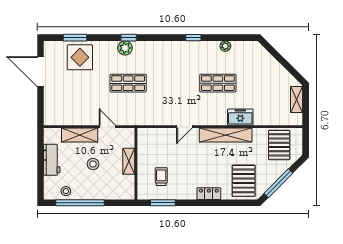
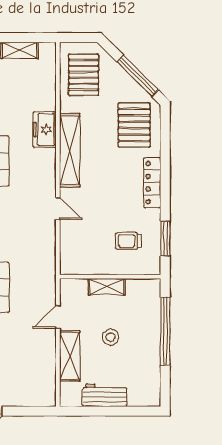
pallet: (279, 145) -> (84, 75), turned 90
pallet: (244, 181) -> (134, 125), turned 90
stool: (66, 191) -> (149, 375), removed
locker: (209, 194) -> (152, 183), width x1.53
window: (80, 203) -> (165, 331), moved

